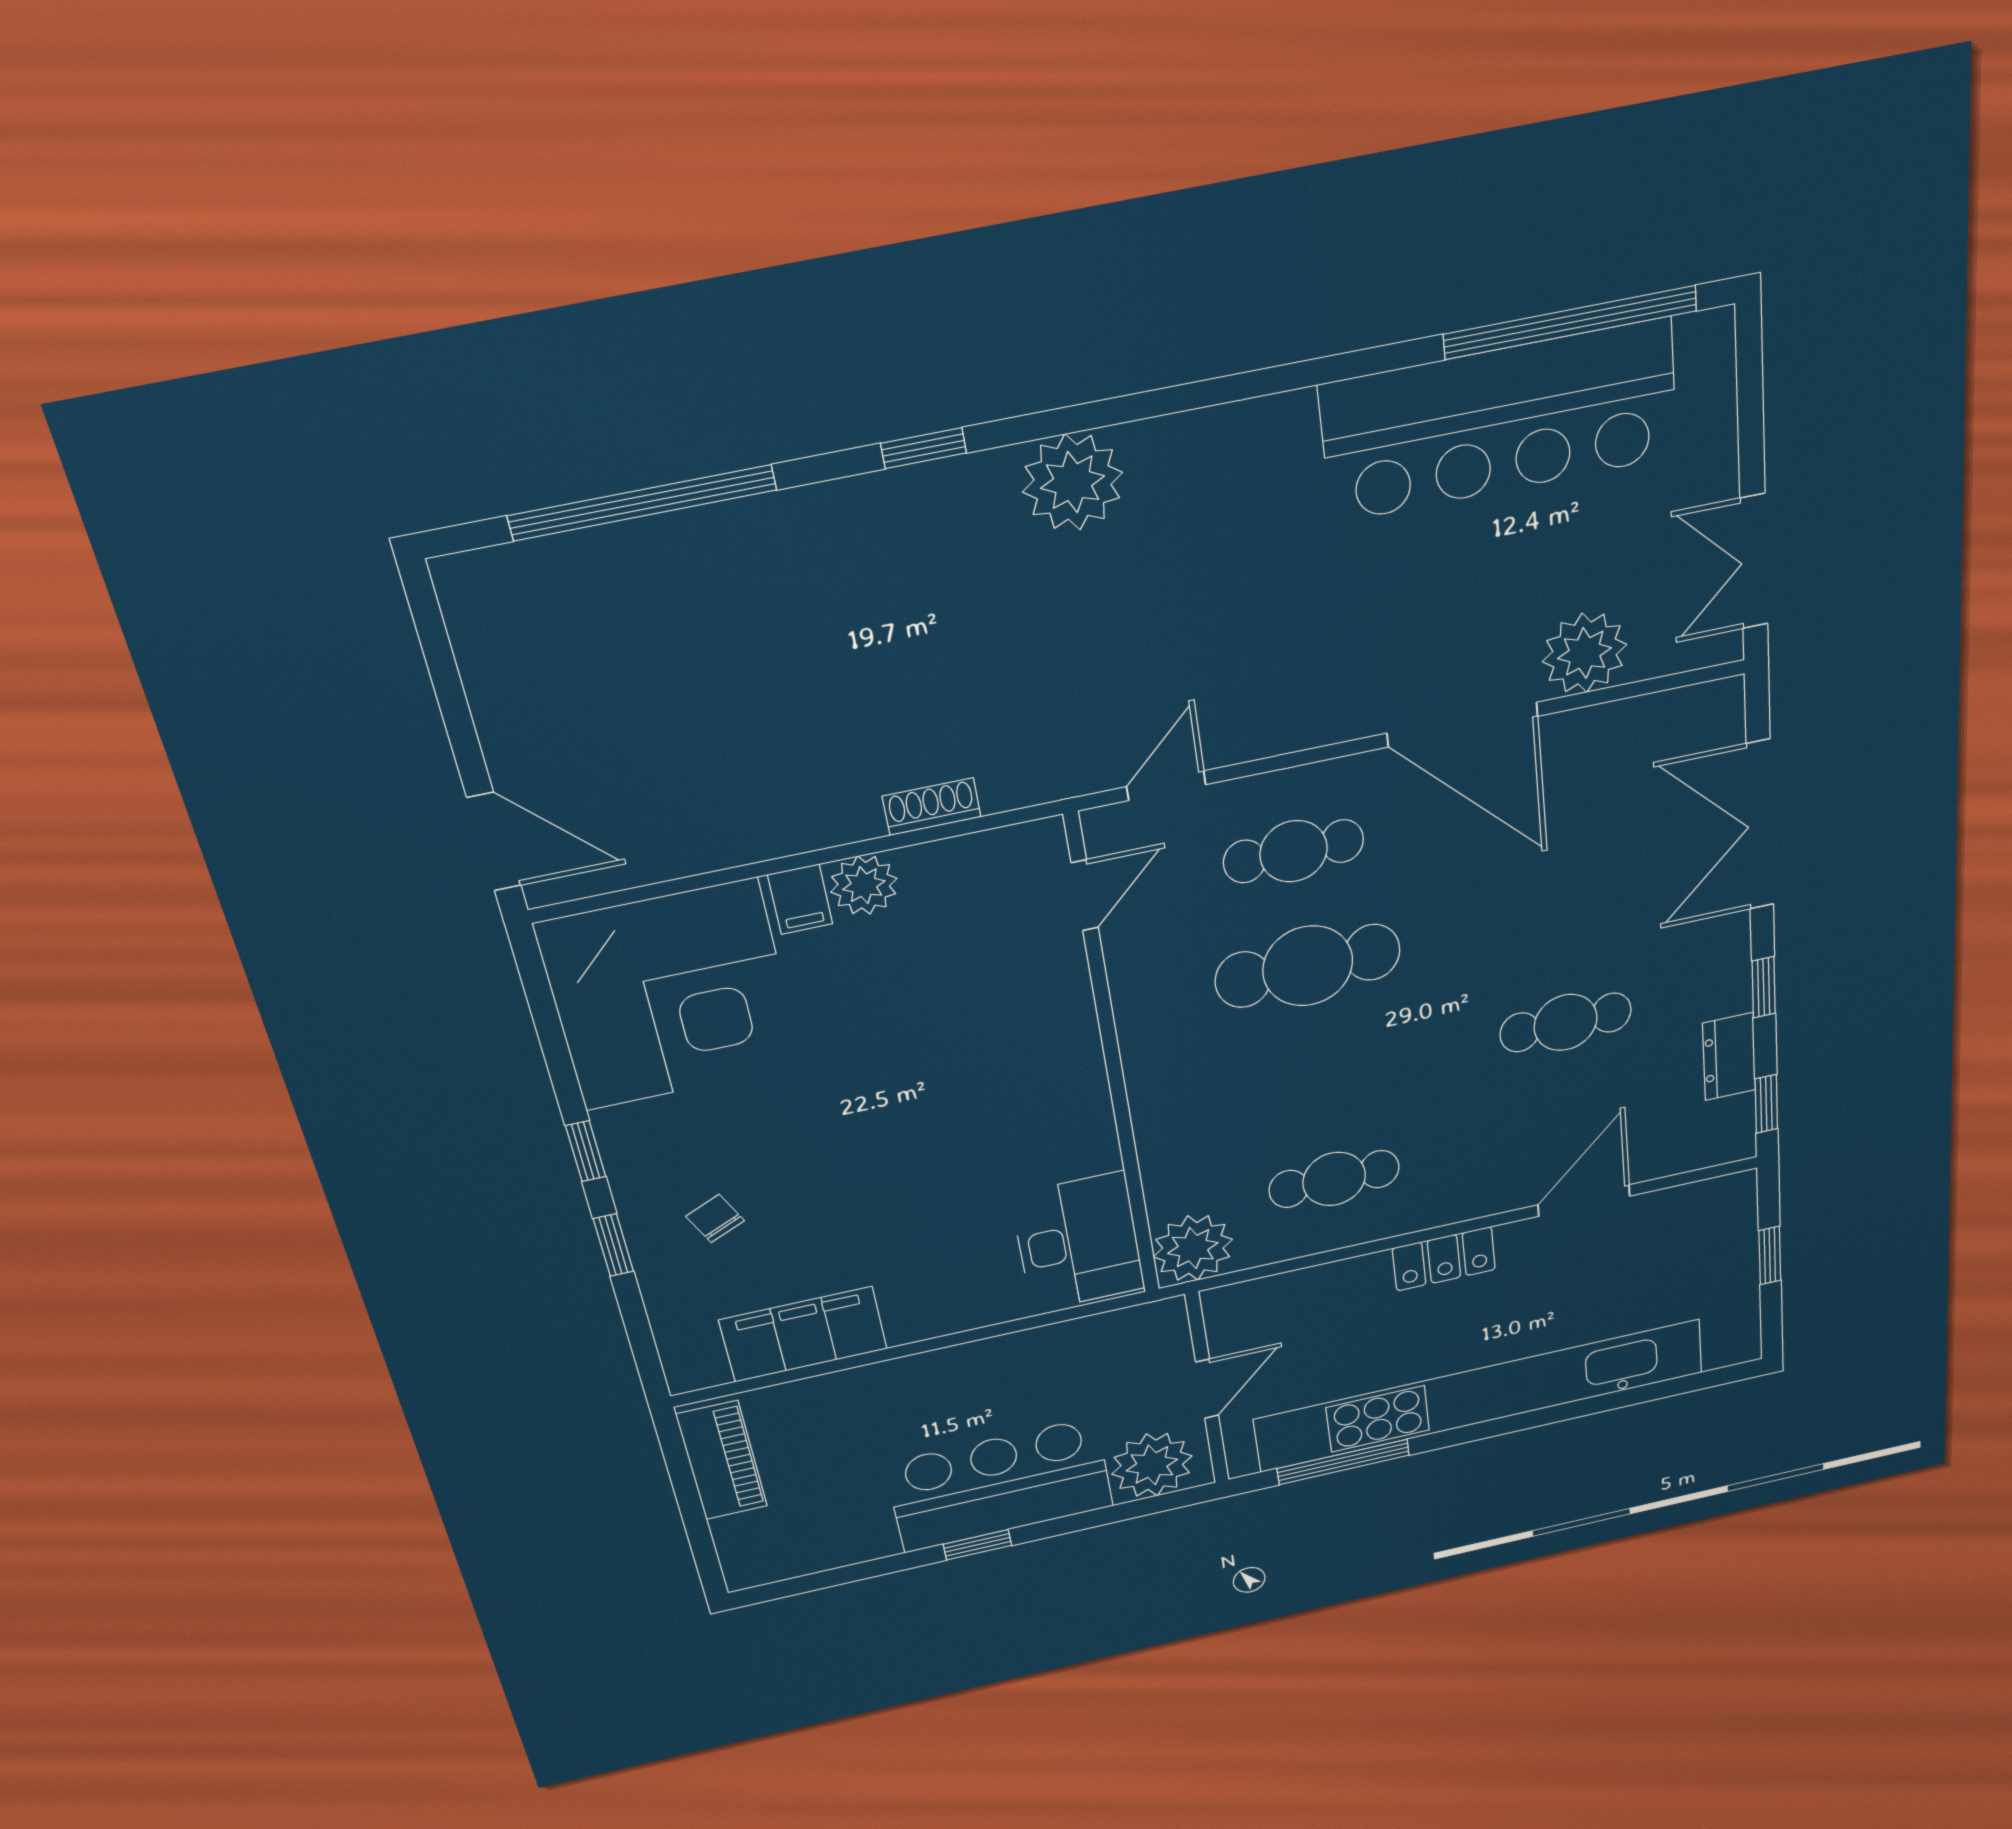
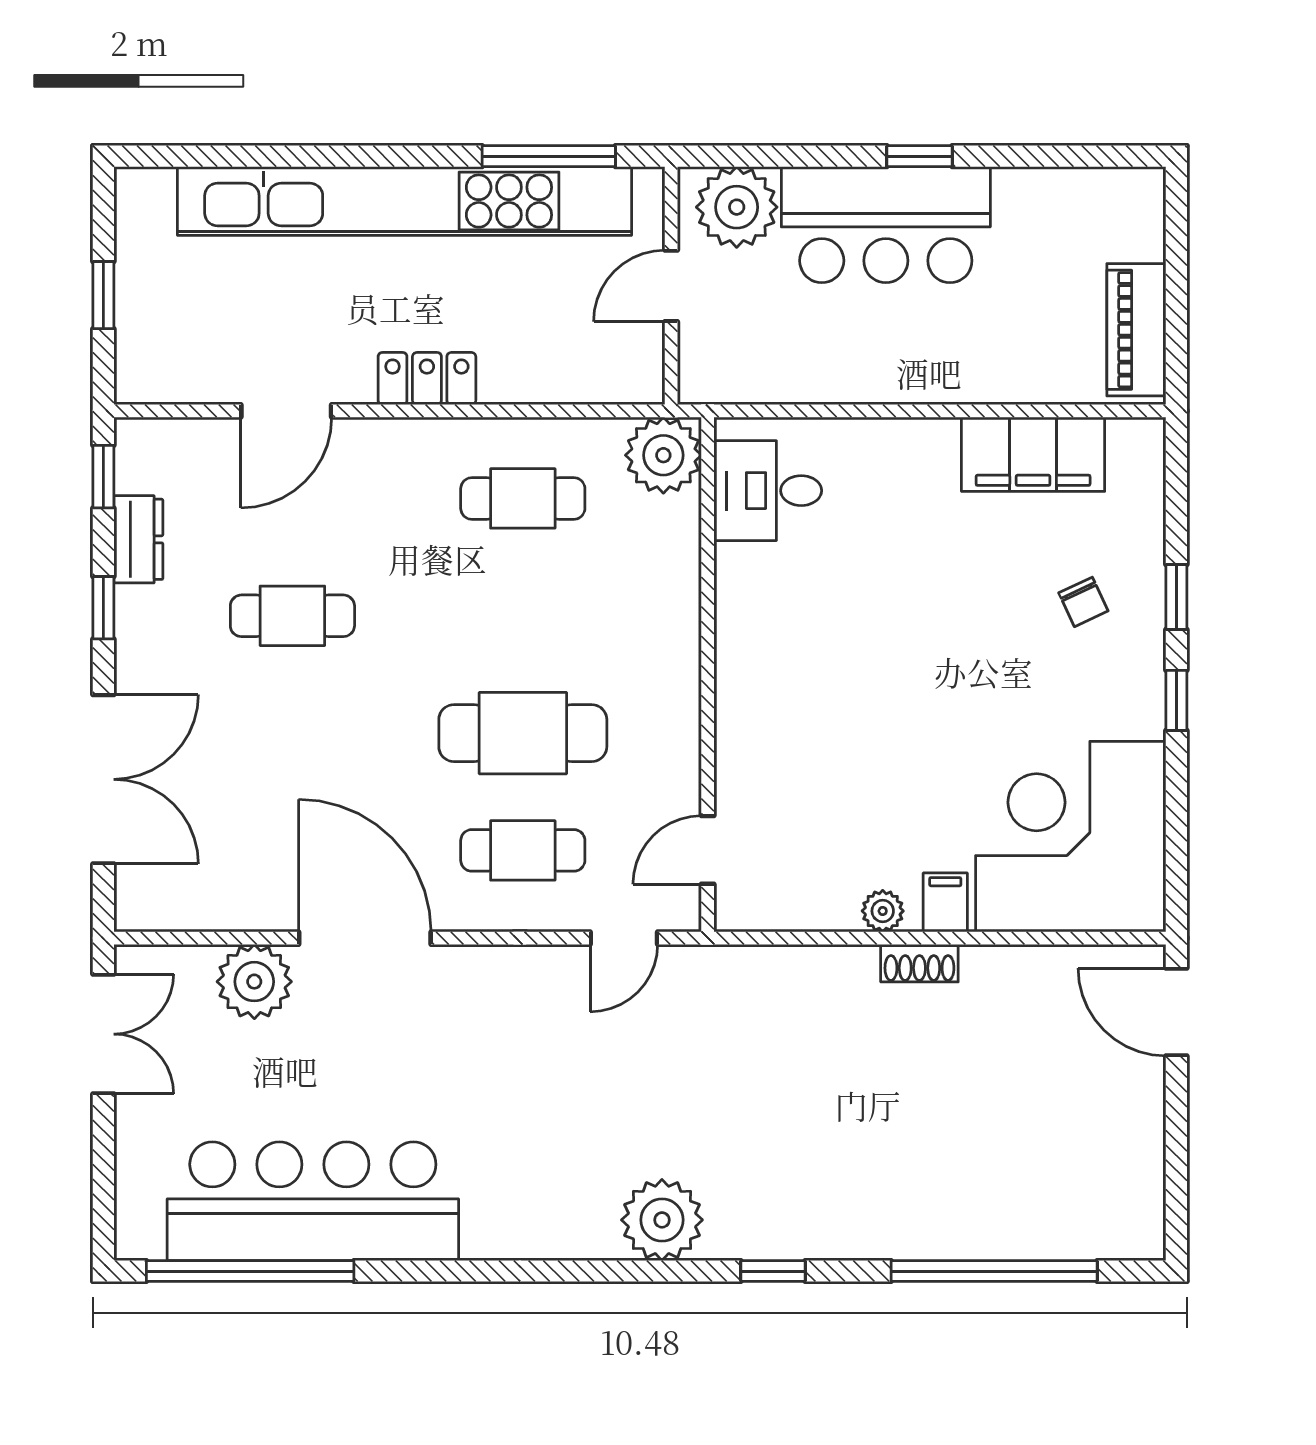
shoe rack: (932, 807) -> (919, 963), moved
plant: (864, 885) -> (883, 911), width x0.73, depth x0.73
desk: (1078, 1242) -> (768, 491), width x0.73

